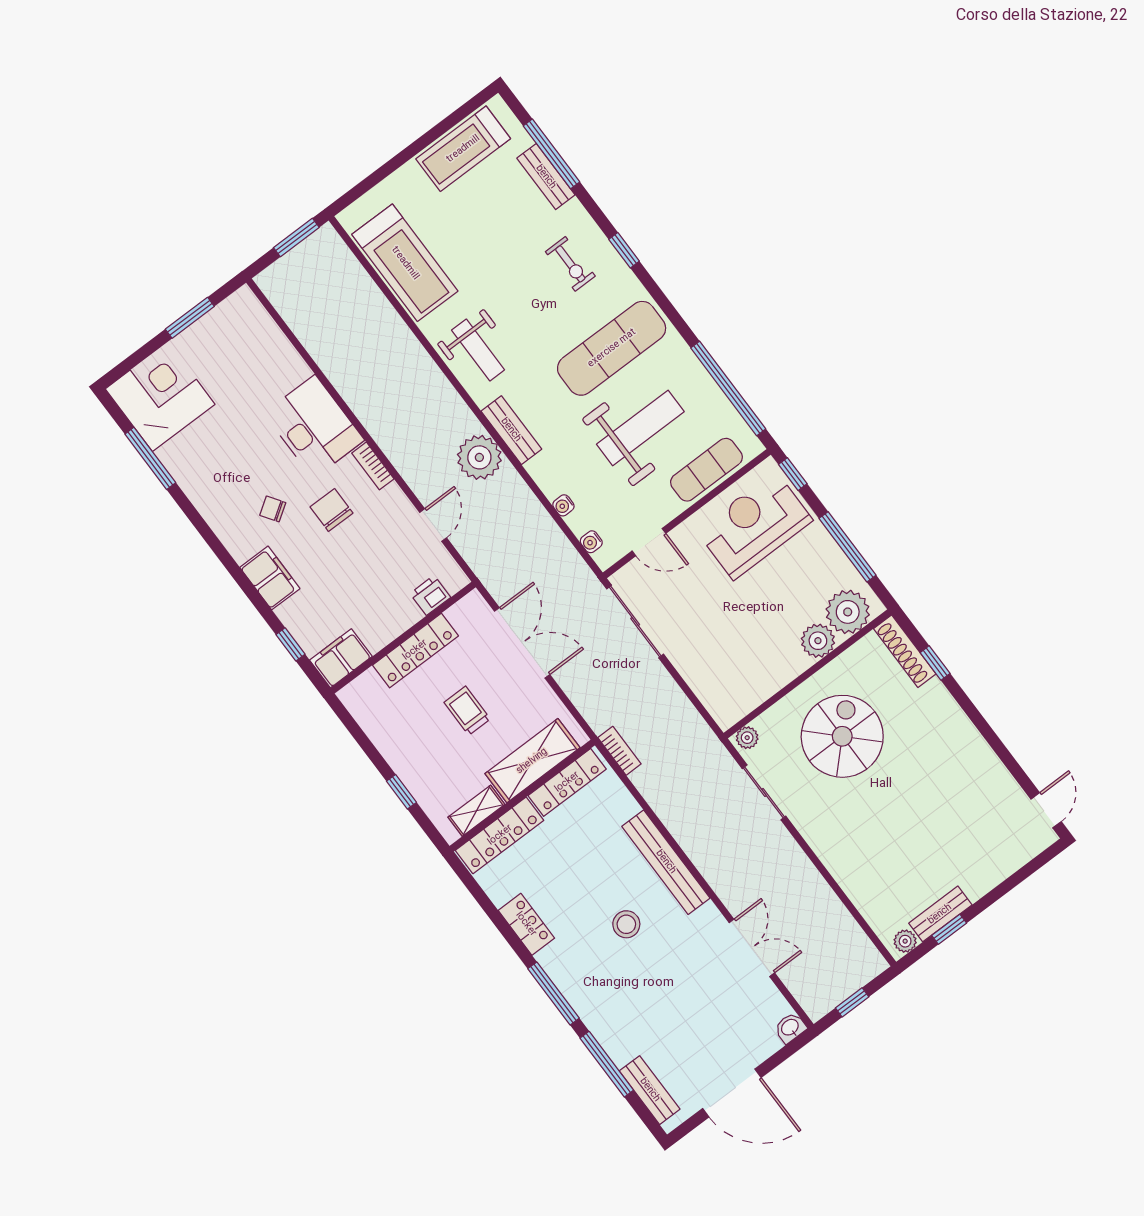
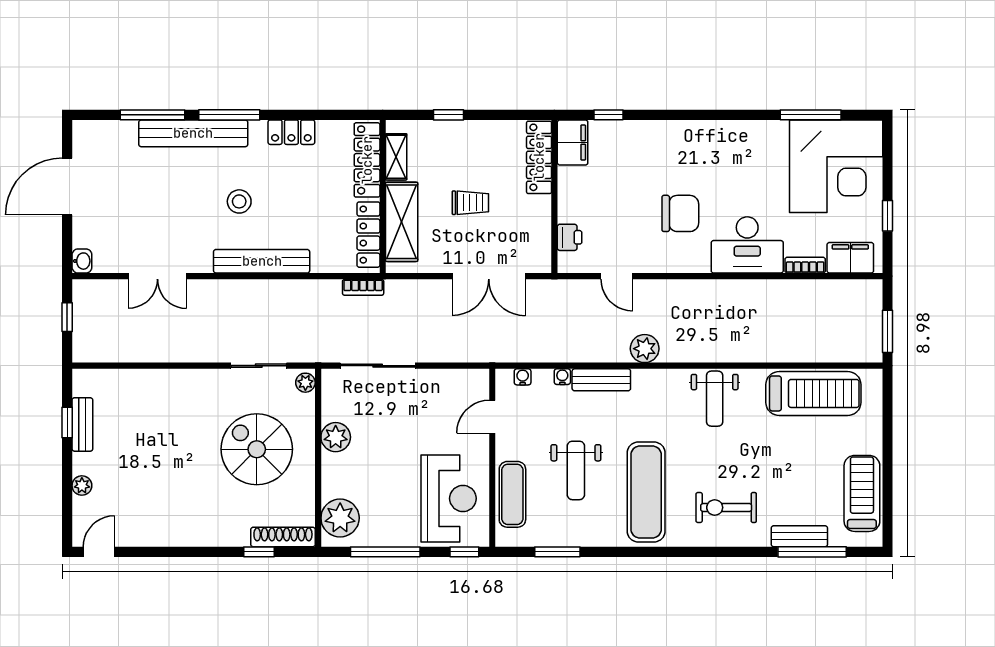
window: (624, 250) -> (708, 552), removed
treadmill: (405, 263) -> (813, 393), turned 180
exercise bike: (570, 264) -> (726, 507), width x1.38, depth x1.39
window: (190, 318) -> (887, 216), width x0.67
weight bench: (478, 350) -> (715, 399), turned -90
window: (728, 388) -> (557, 552), width x0.47
corner desk: (160, 397) -> (836, 166), width x1.36, depth x1.36
weight bench: (640, 428) -> (576, 470), width x0.73, depth x0.75
bench: (511, 430) -> (601, 380), moved
plant: (479, 457) -> (645, 349), width x0.73, depth x0.73
bookcase: (373, 466) -> (805, 265), moved
chair: (273, 509) -> (712, 173), removed
chair: (332, 510) -> (680, 213), width x1.37, depth x1.37
filing cabinet: (270, 578) -> (850, 258), moved, turned 180
sliding door: (635, 621) -> (378, 366), moved
plant: (818, 641) -> (336, 437), moved
locker: (415, 650) -> (539, 157), moved
spiral stairs: (842, 736) -> (257, 449), turned 180
door: (1046, 810) -> (99, 552), swing flipped
plant: (905, 941) -> (82, 486), moved
bench: (650, 1090) -> (193, 133), moved, width x1.86, depth x1.21

